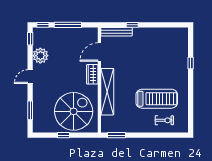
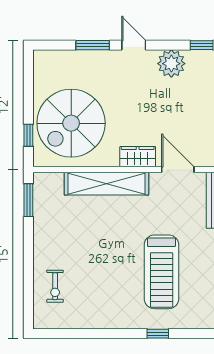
treadmill: (157, 99) -> (162, 272), moved
window: (30, 110) -> (93, 45), moved
spiral stairs: (74, 111) -> (71, 123), turned 90
window: (63, 135) -> (28, 135), moved

